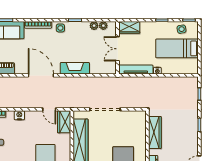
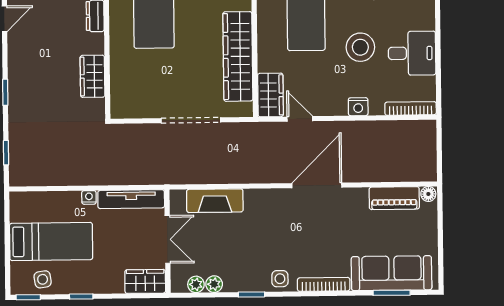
fireplace: (75, 68) -> (215, 201), moved
door: (41, 75) -> (317, 185), swing flipped
wardrobe: (155, 132) -> (93, 76), width x0.67
stool: (18, 146) -> (360, 47), added

